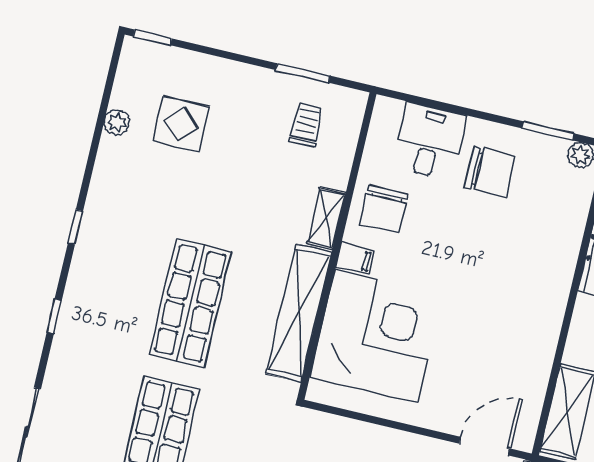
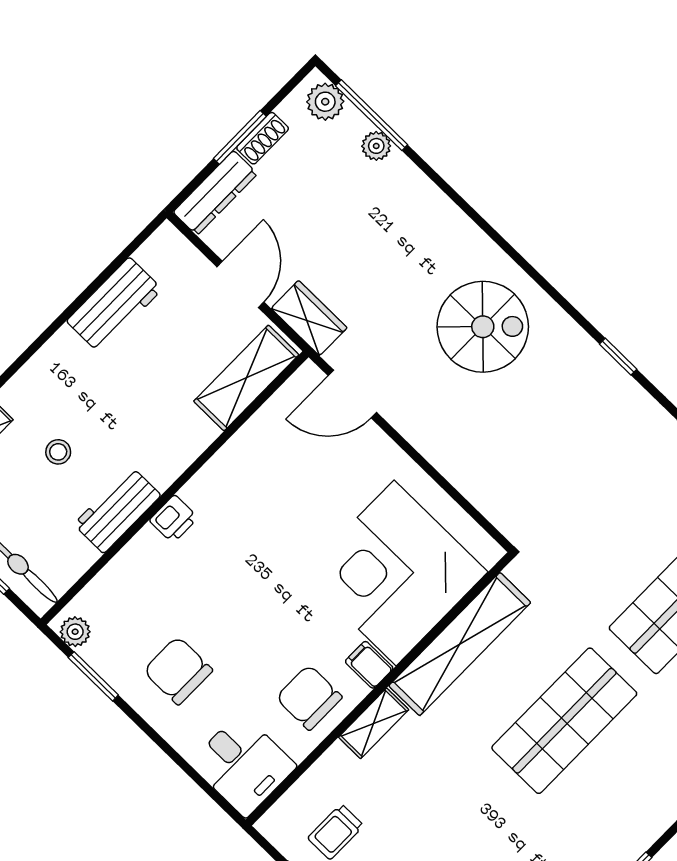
desk: (430, 141) -> (243, 765), moved, turned -90
chair: (384, 209) -> (309, 697), turned -90
printer: (559, 279) -> (174, 519), added

